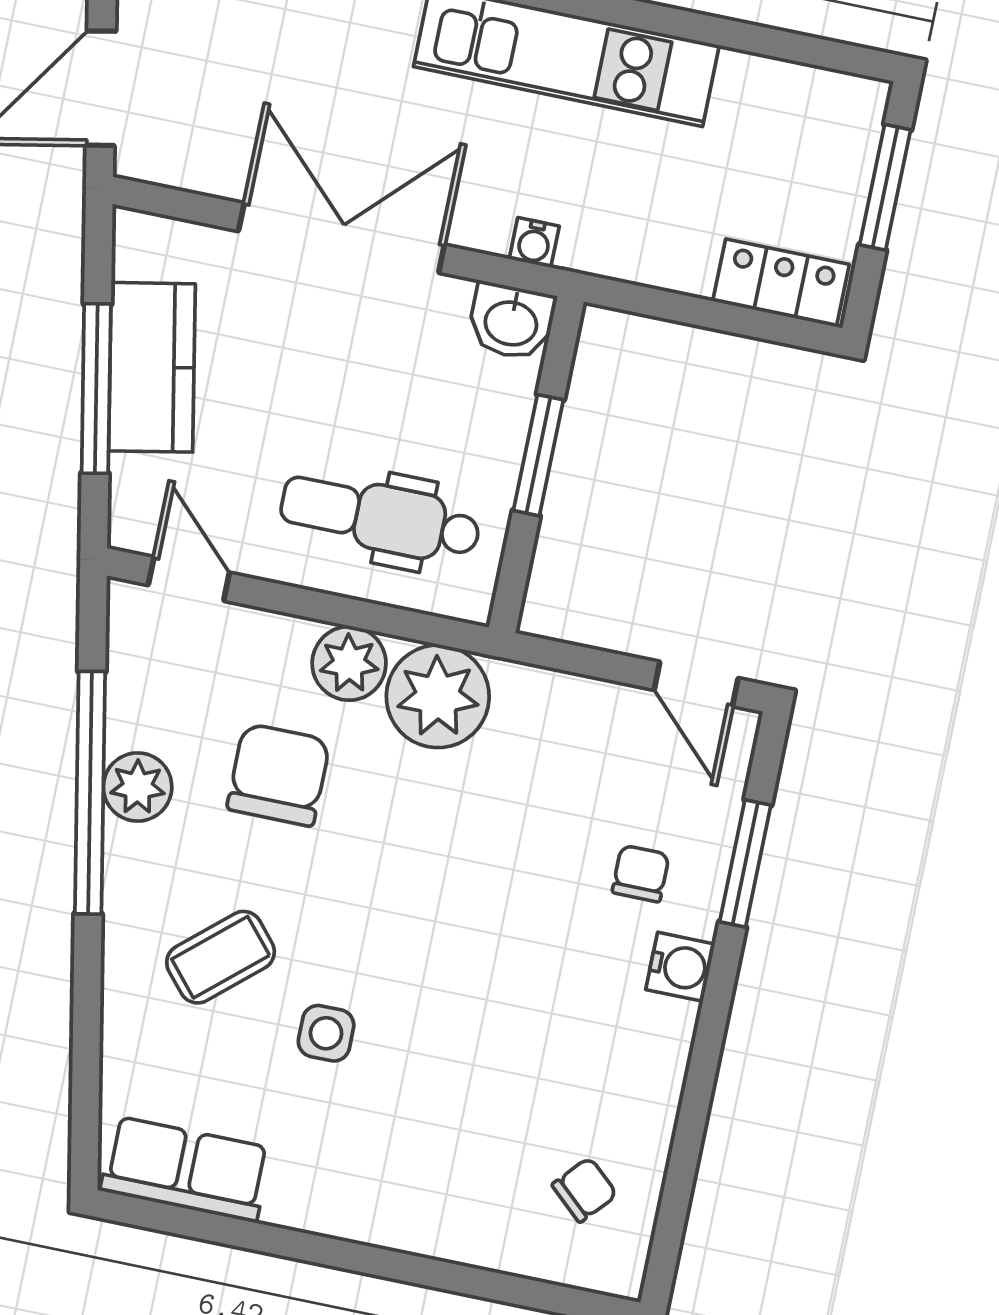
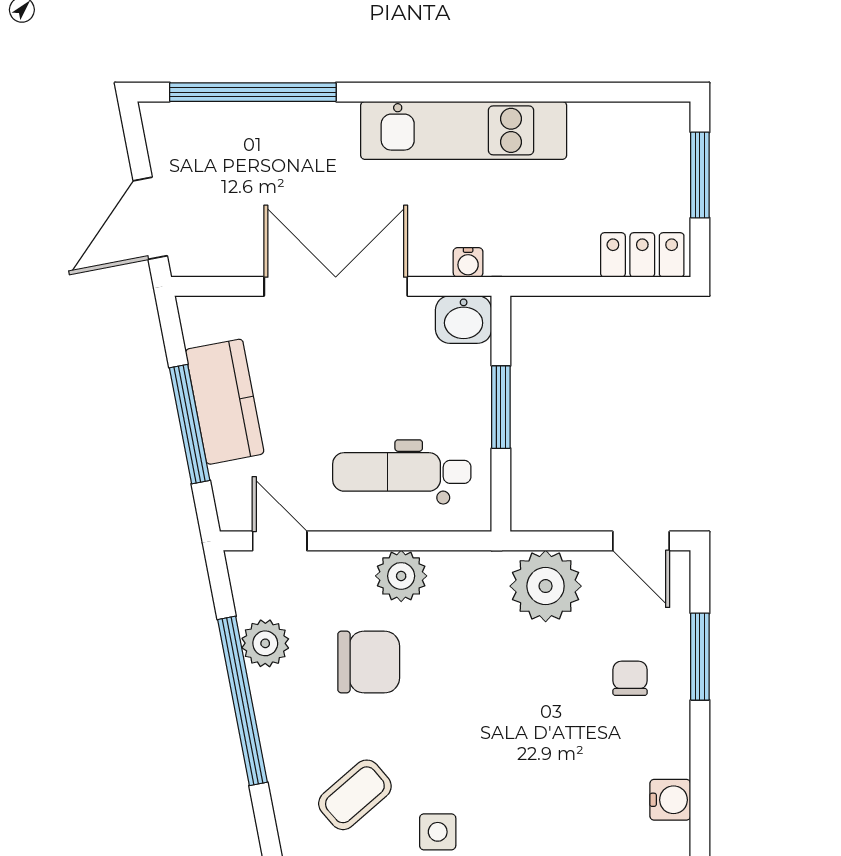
plant: (438, 696) -> (546, 586), moved
chair: (279, 775) -> (369, 662), turned 90
plant: (138, 787) -> (265, 643), moved
water cooler: (680, 967) -> (670, 800), moved

